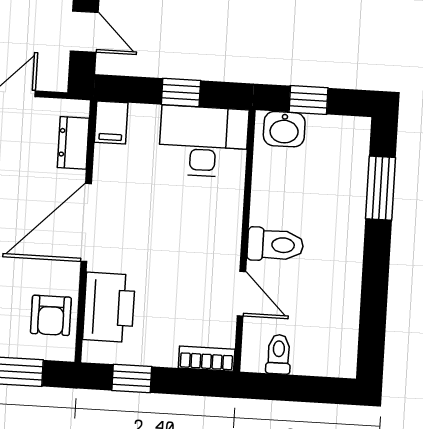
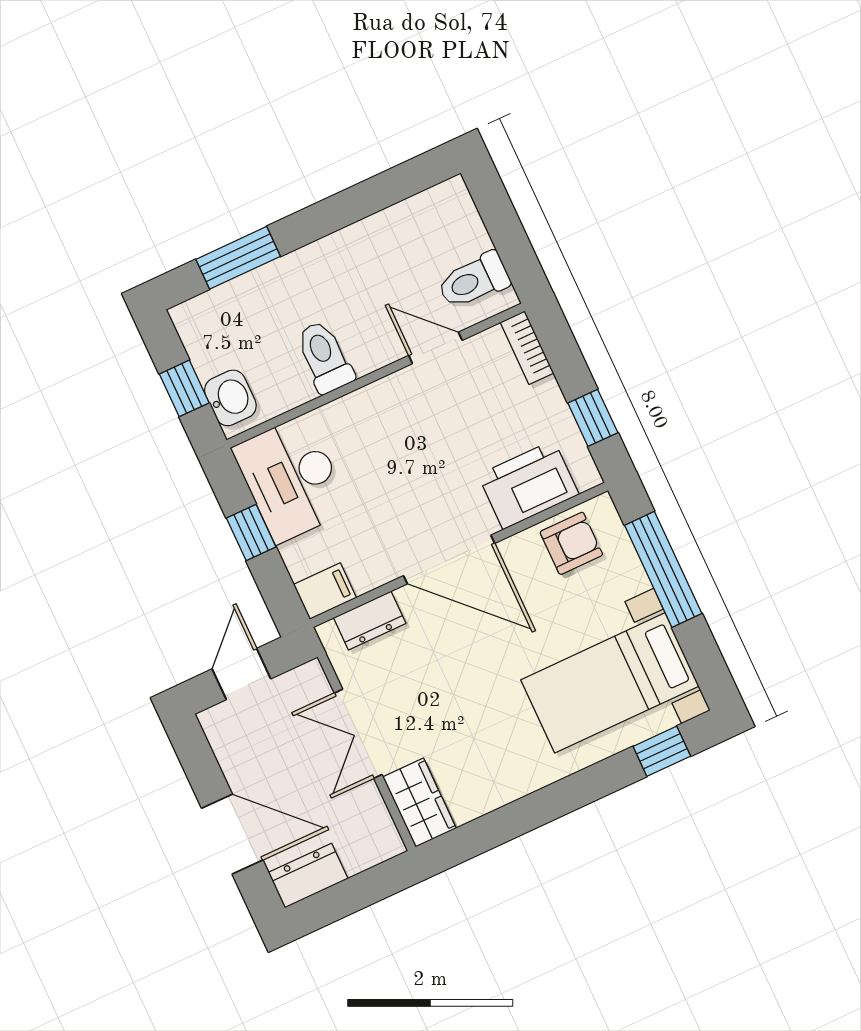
toilet: (275, 245) -> (325, 357), moved
door: (241, 294) -> (435, 348), hinge flipped
toilet: (279, 354) -> (474, 281), width x1.37, depth x1.39

